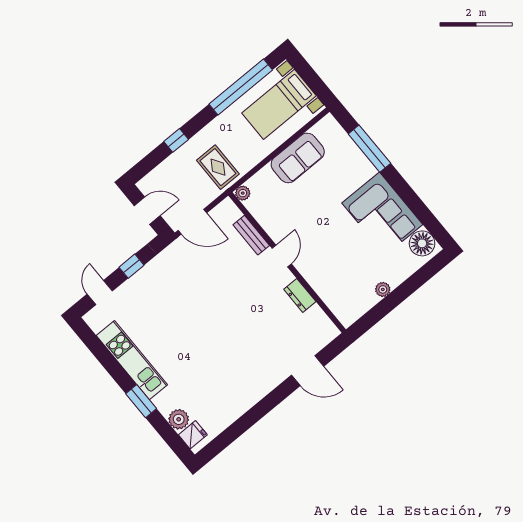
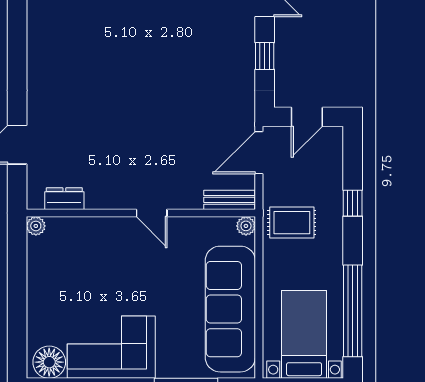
sofa: (298, 158) -> (230, 309), width x1.85, depth x1.27
bench: (251, 235) -> (229, 200), moved
plant: (383, 289) -> (36, 226), moved
dresser: (300, 295) -> (64, 199), moved

